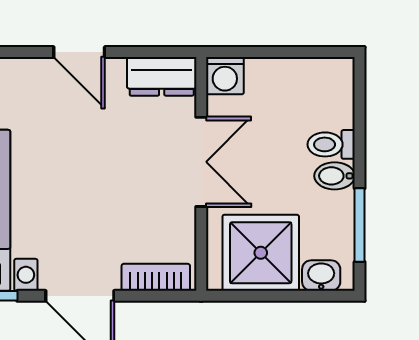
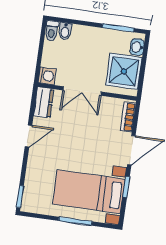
toilet: (331, 144) -> (52, 31), moved
double door: (201, 162) -> (82, 91), swing flipped
bidet: (335, 176) -> (65, 31), moved

